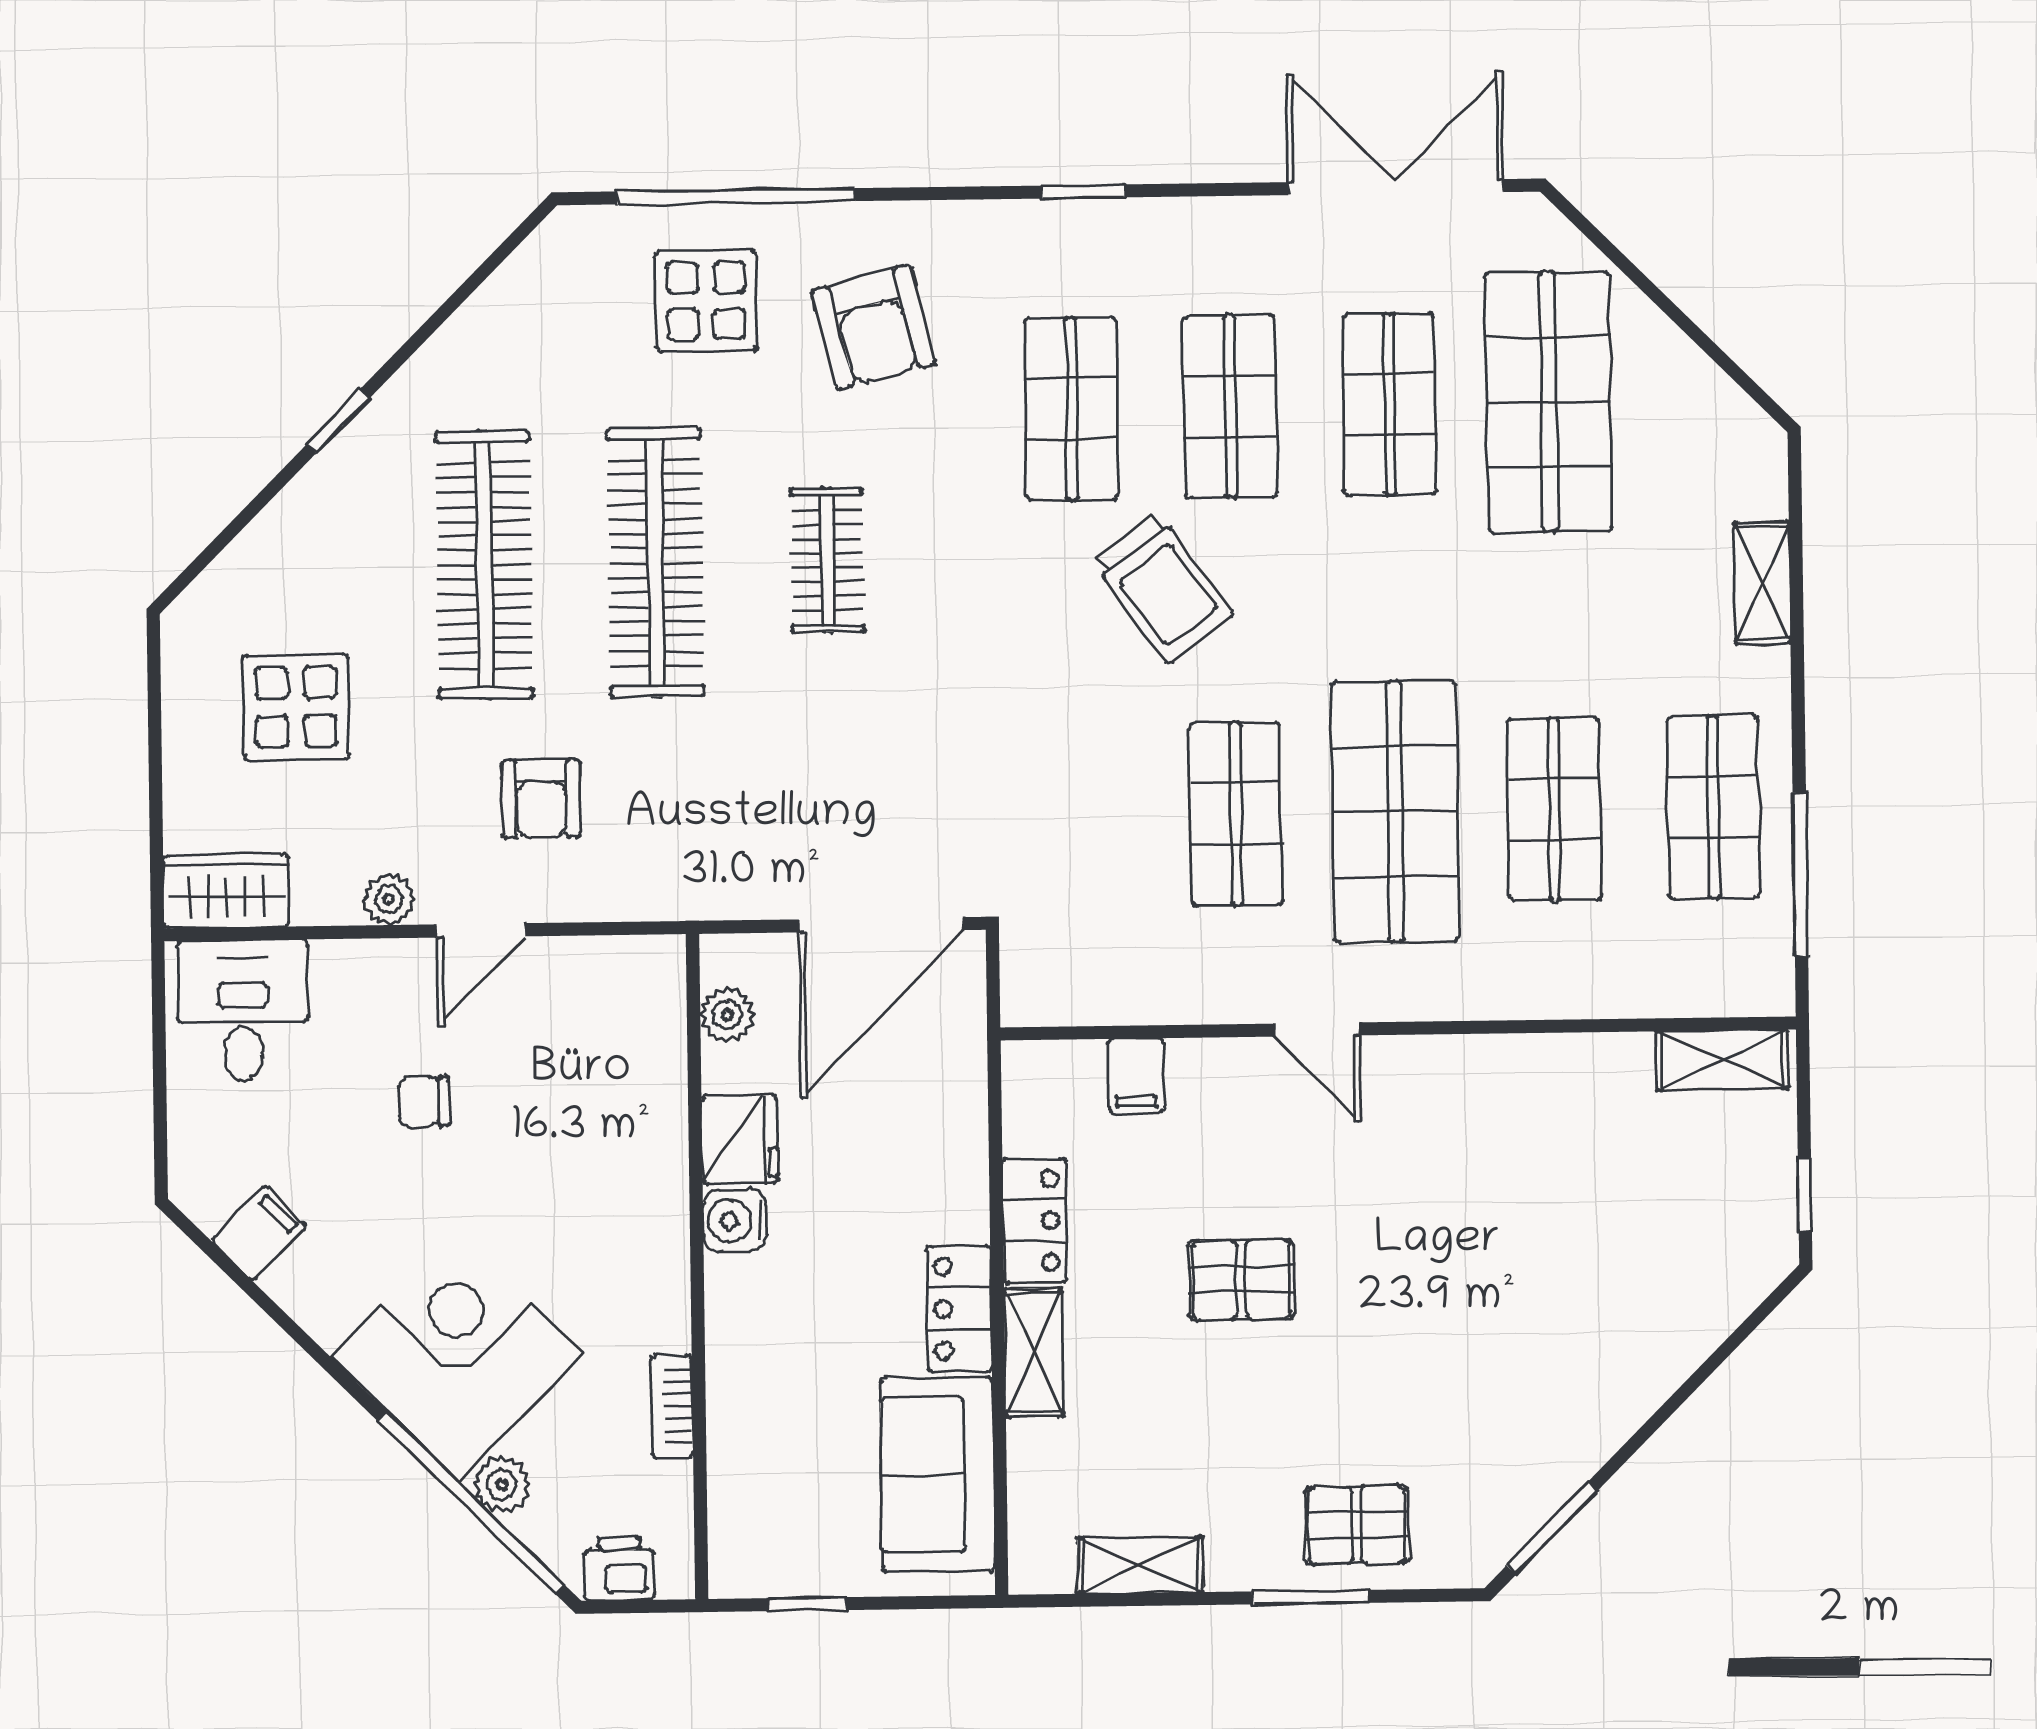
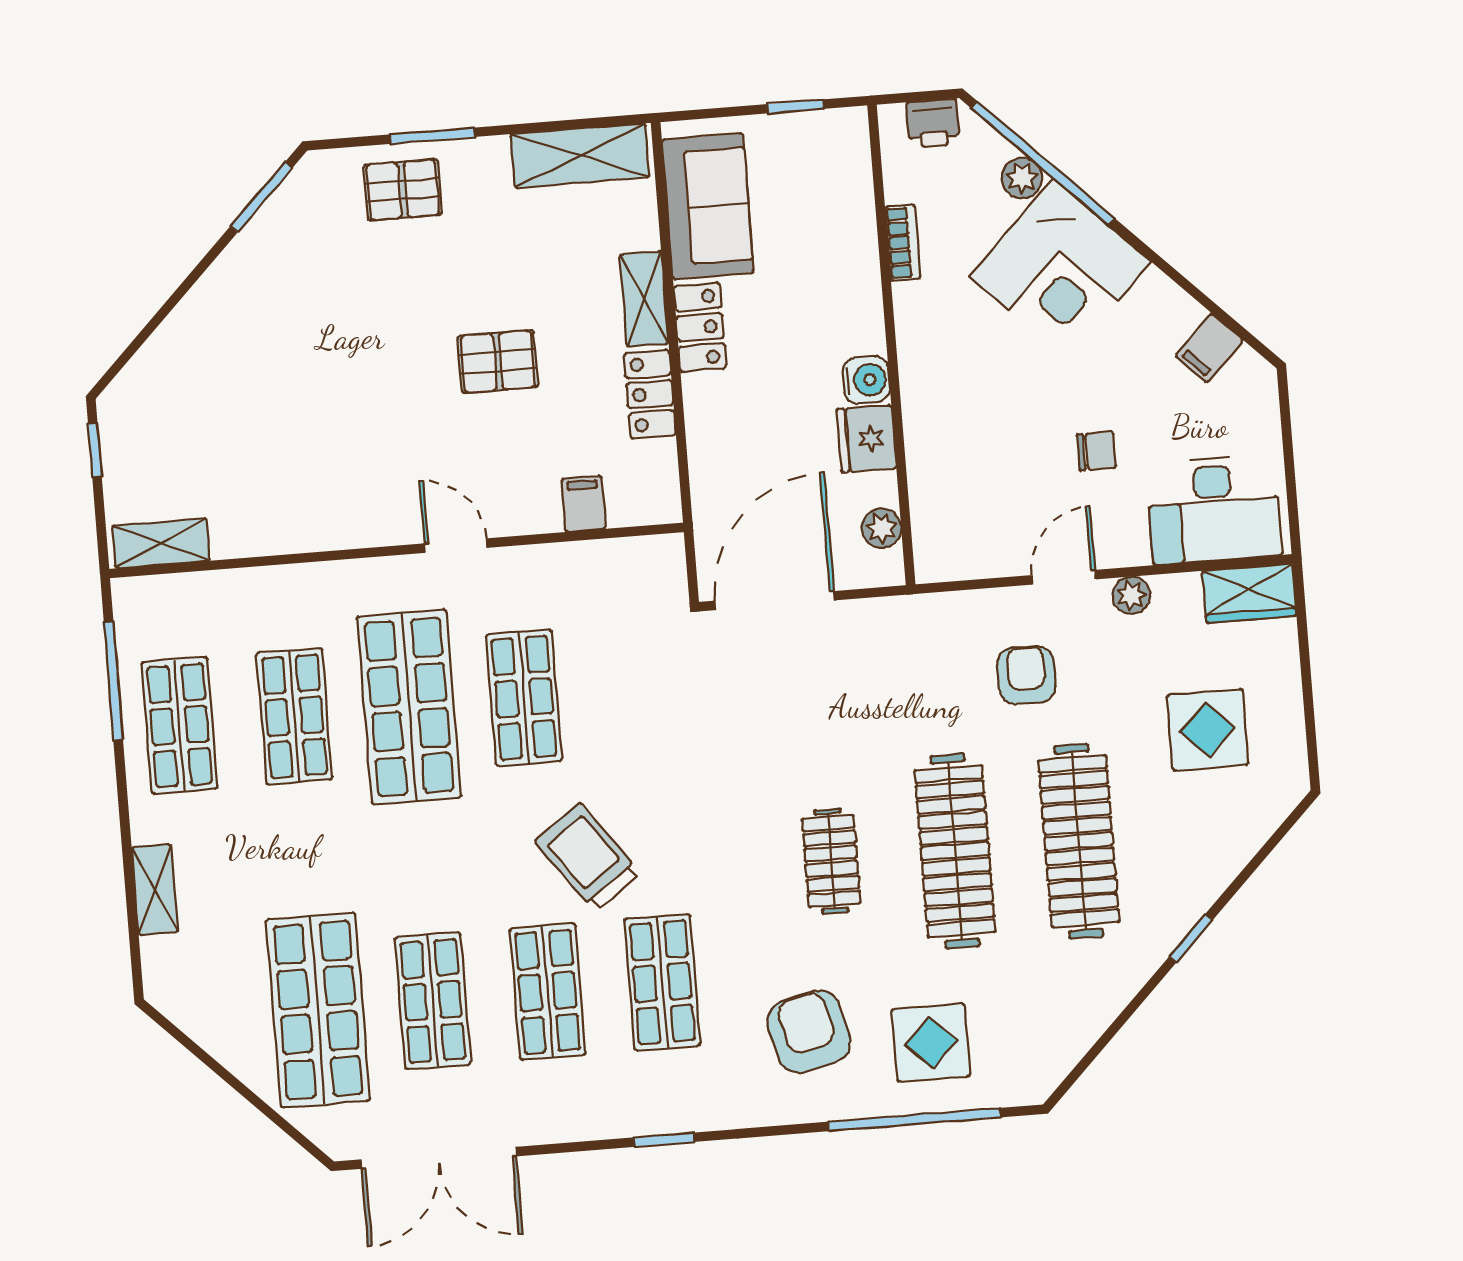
desk: (243, 1011) -> (1214, 509), width x1.37
shelving: (1140, 1565) -> (580, 156), width x1.50, depth x1.33

